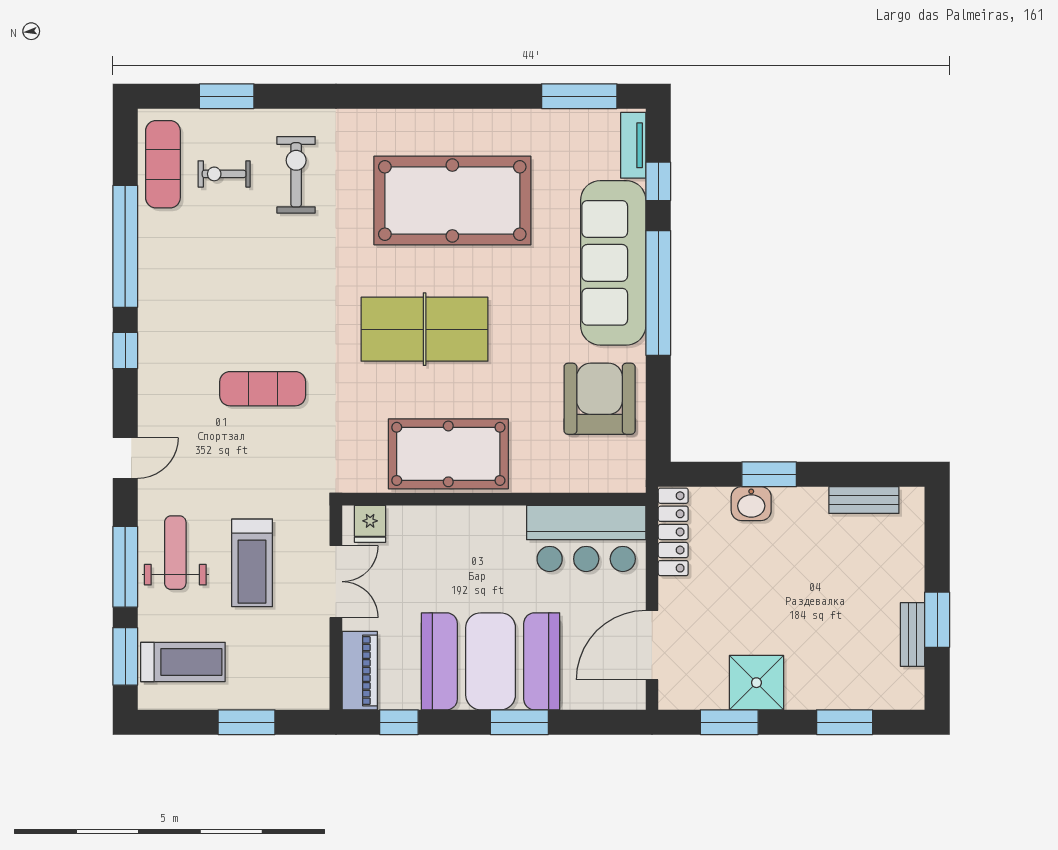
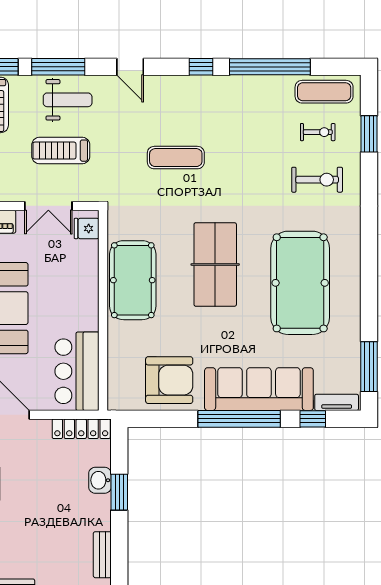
exercise bike: (224, 174) -> (318, 132), turned 90
exercise mat: (263, 389) -> (176, 158), turned 90

